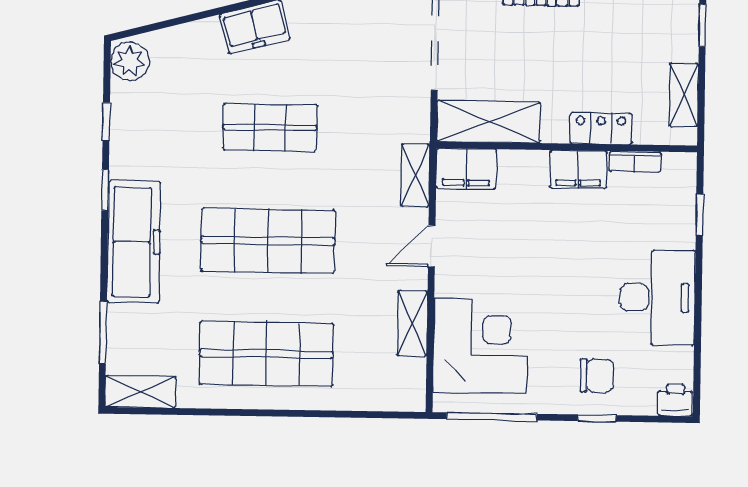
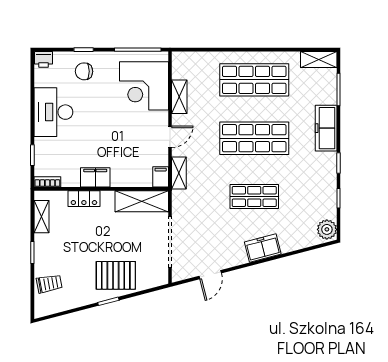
bookcase: (635, 162) -> (47, 182), moved
filing cabinet: (466, 169) -> (161, 177), width x0.50
freezer: (134, 242) -> (326, 128), width x0.73, depth x0.79

